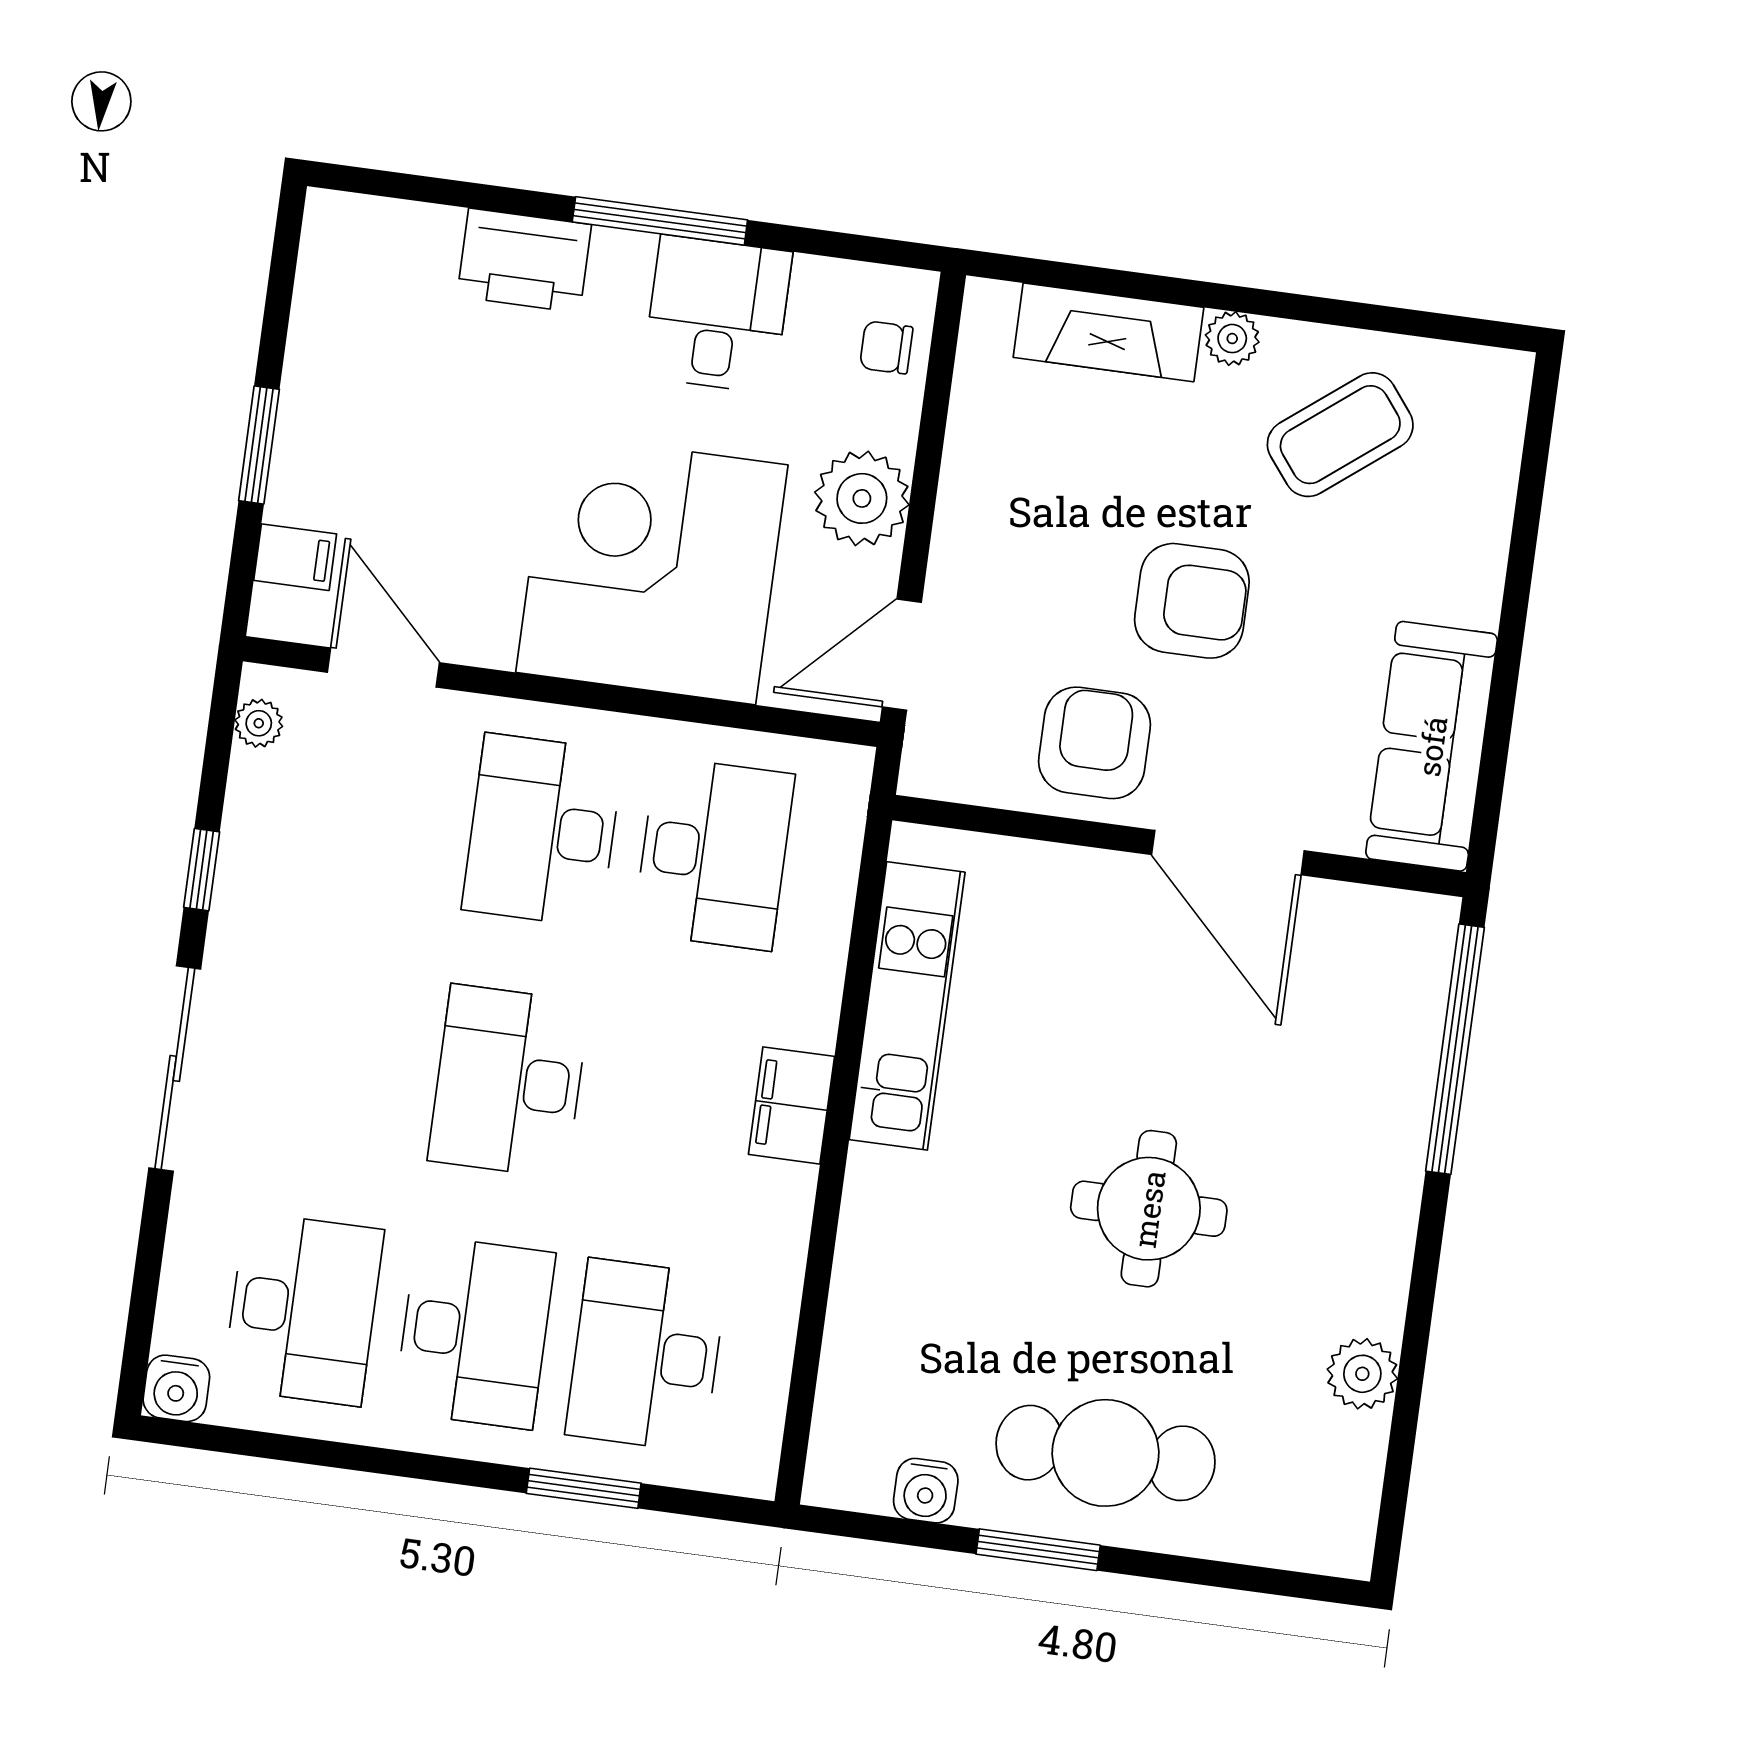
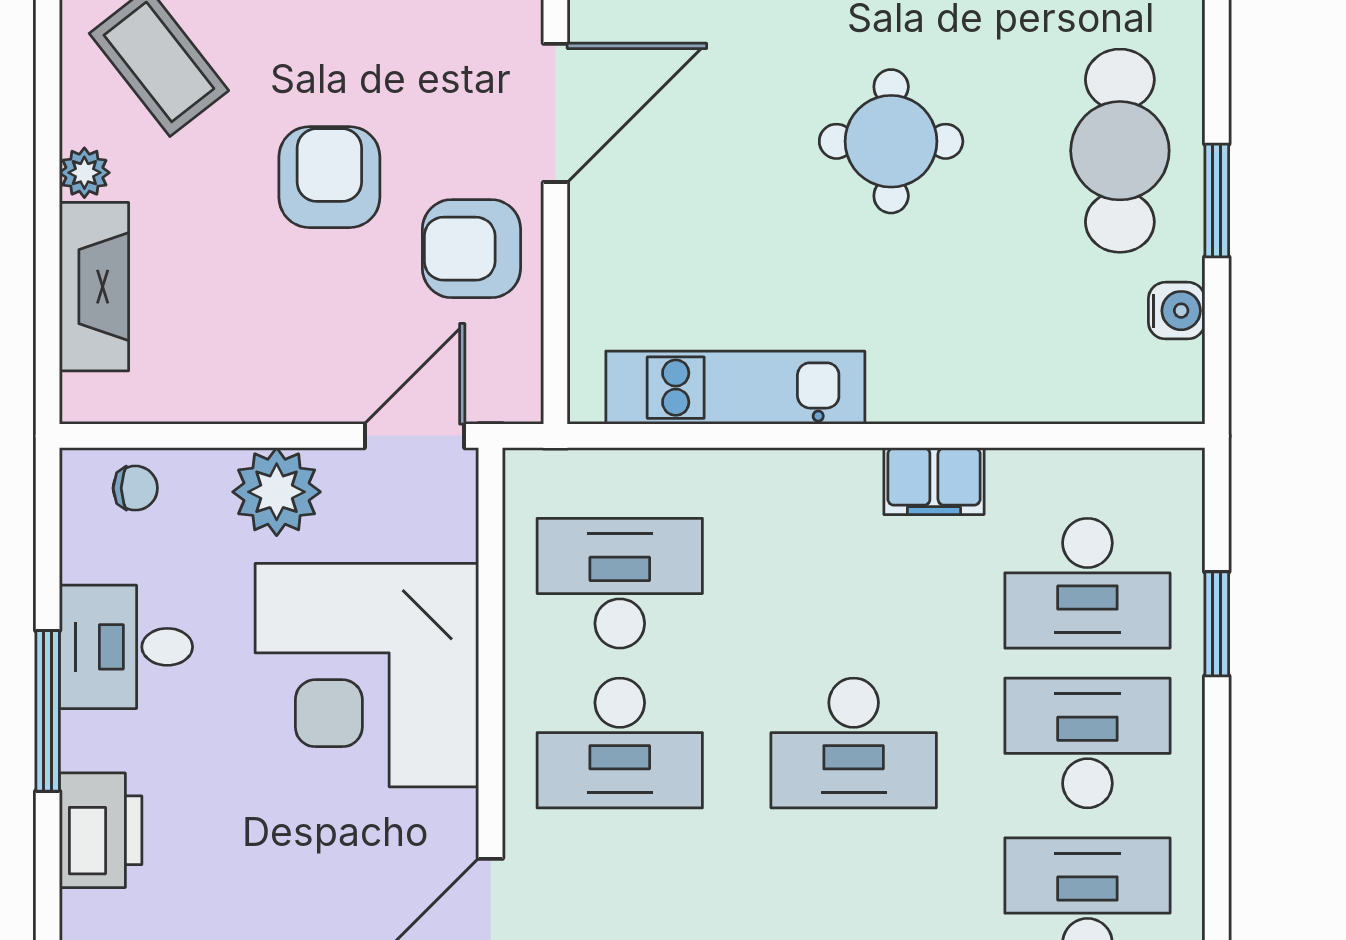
chair: (886, 347) -> (135, 488), turned -90
door: (902, 655) -> (414, 436), swing flipped
filing cabinet: (791, 1105) -> (934, 481), moved

